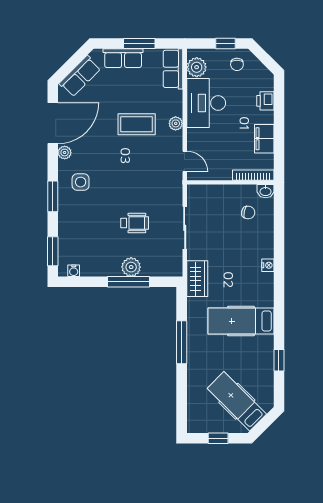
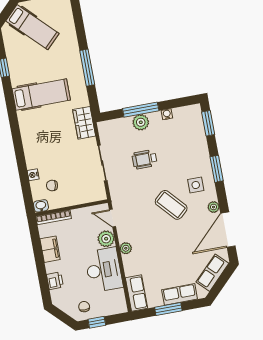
plant: (197, 67) -> (106, 239), moved
coffee table: (137, 124) -> (171, 205), moved, turned 48
nightstand: (268, 265) -> (33, 175), moved
water cooler: (74, 271) -> (167, 114), moved

